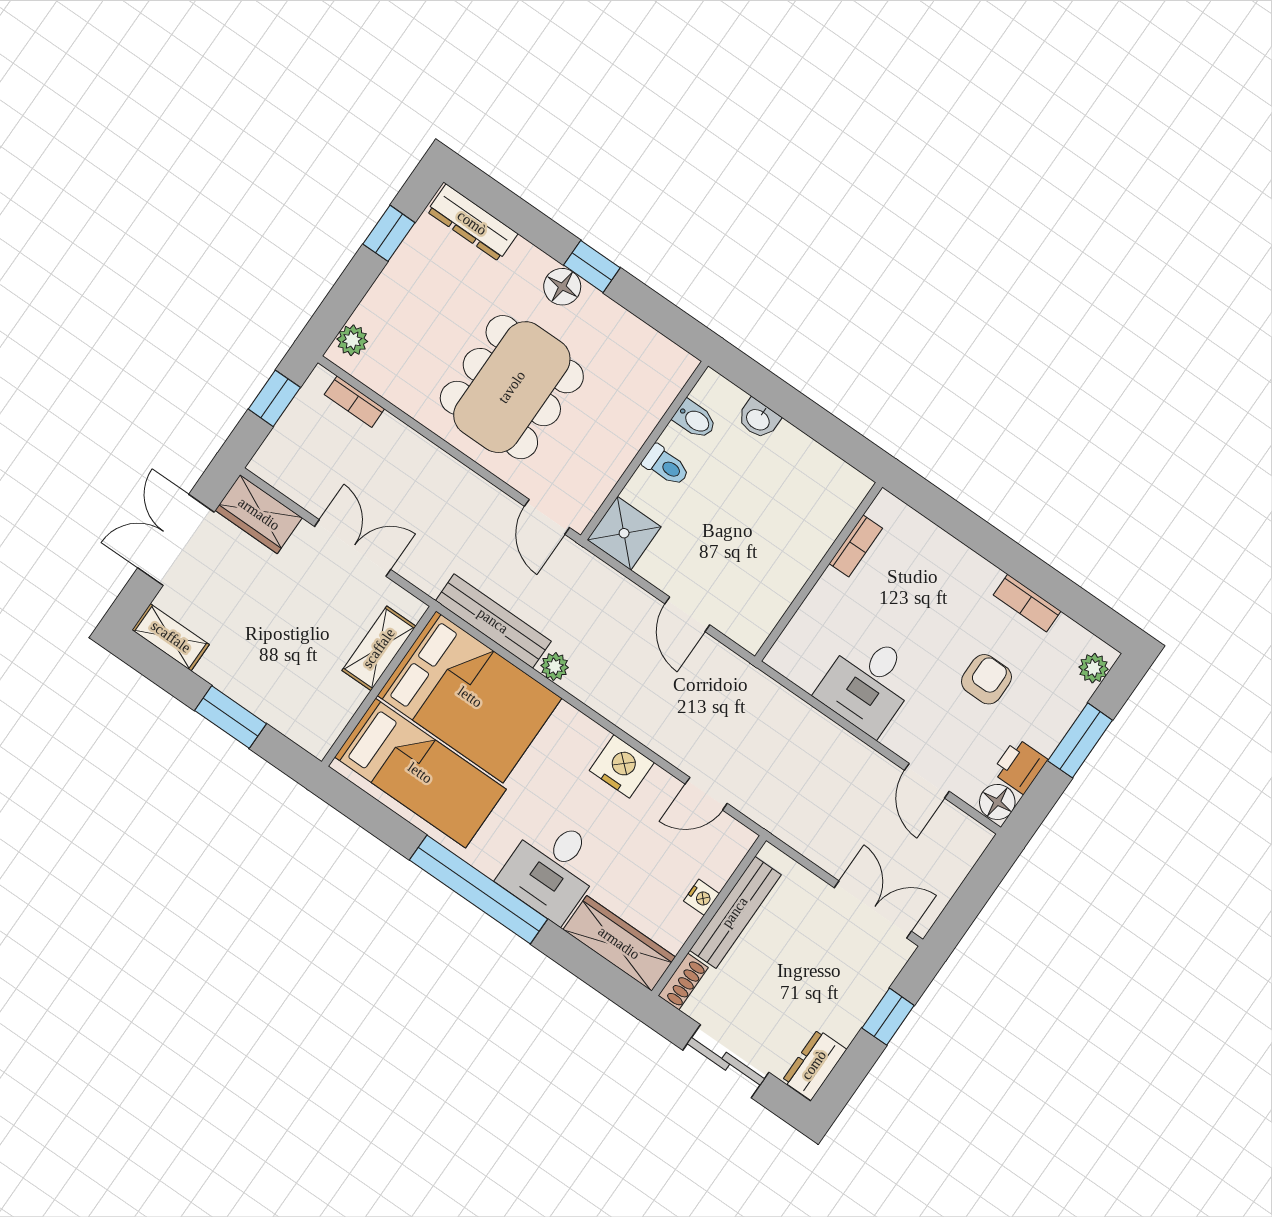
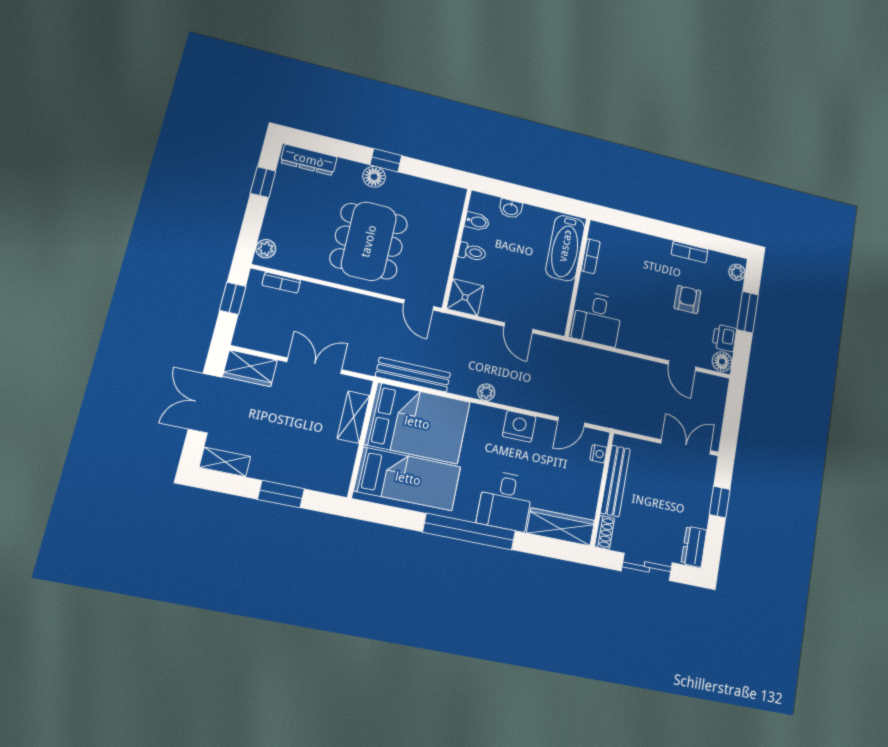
bathtub: (820, 517) -> (565, 248), added
plant: (555, 667) -> (486, 392), moved
desk: (868, 684) -> (597, 319), moved
nightstand: (702, 897) -> (598, 454), moved

